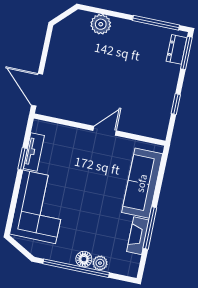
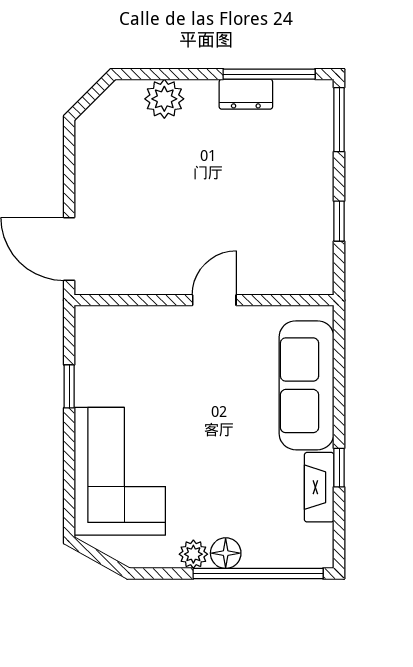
dresser: (177, 49) -> (246, 94), moved, turned -90
tv unit: (34, 152) -> (88, 369), removed
window: (150, 228) -> (339, 468), width x0.46
plant: (100, 263) -> (193, 554), moved
window: (76, 268) -> (258, 573), moved

